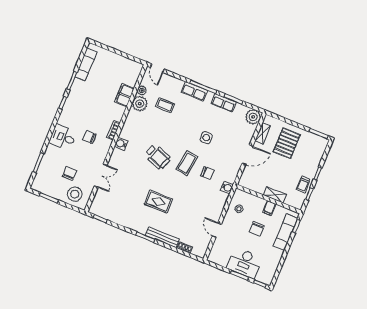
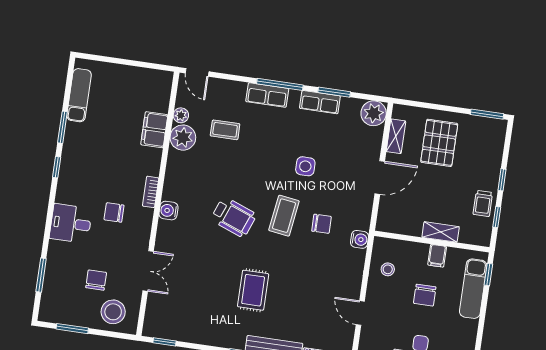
rug: (158, 202) -> (253, 290), turned 90

